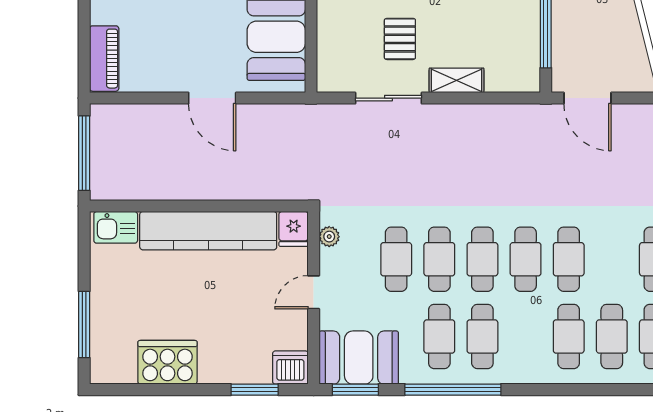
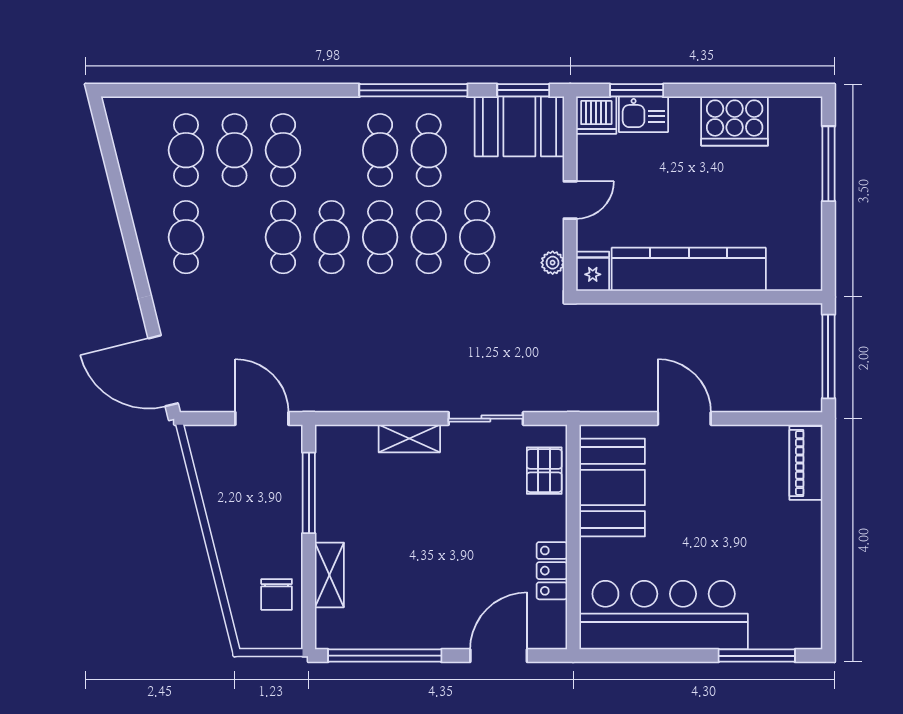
pallet: (400, 39) -> (544, 471), moved
kitchen sink: (116, 227) -> (643, 114), moved, turned 180

